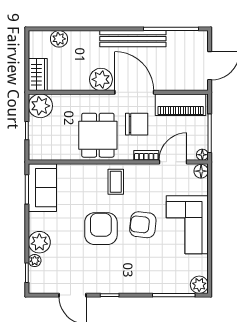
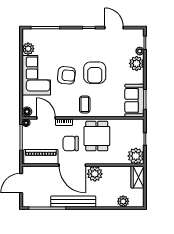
door: (173, 162) -> (46, 118), swing flipped
plant: (199, 285) -> (28, 49), moved

